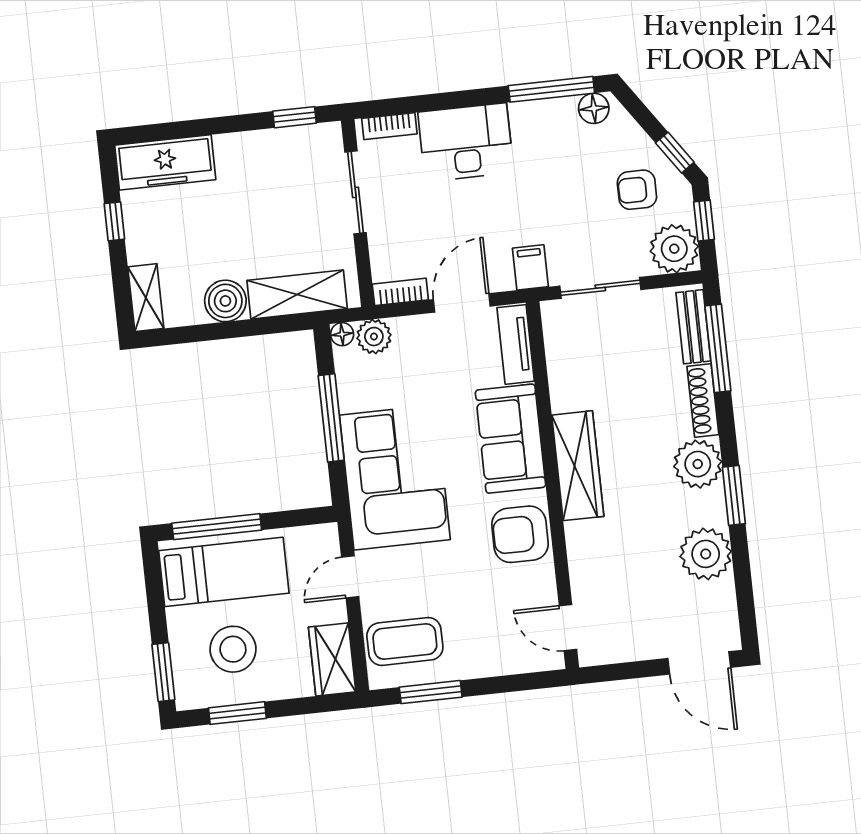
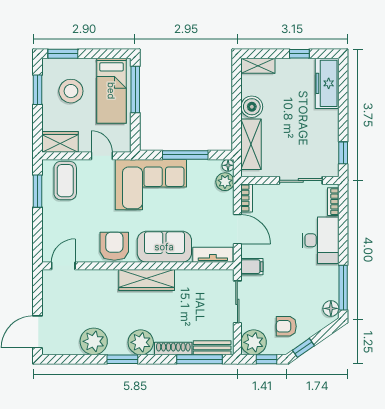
armchair: (637, 190) -> (286, 326), turned -90

